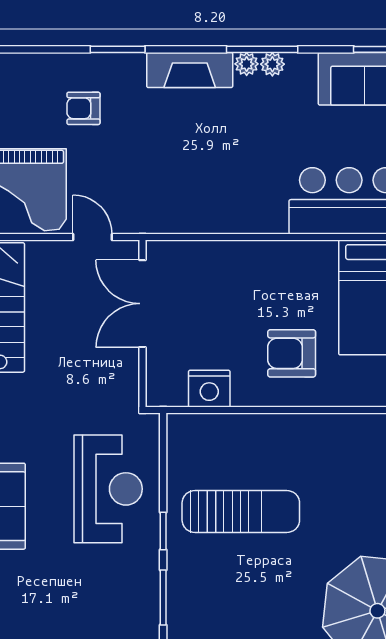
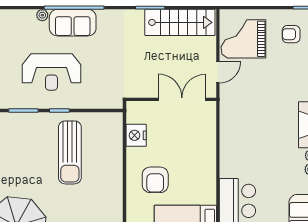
armchair: (83, 108) -> (291, 34), moved, turned -90
armchair: (292, 353) -> (155, 180), turned 180
reception desk: (108, 489) -> (51, 72), moved

